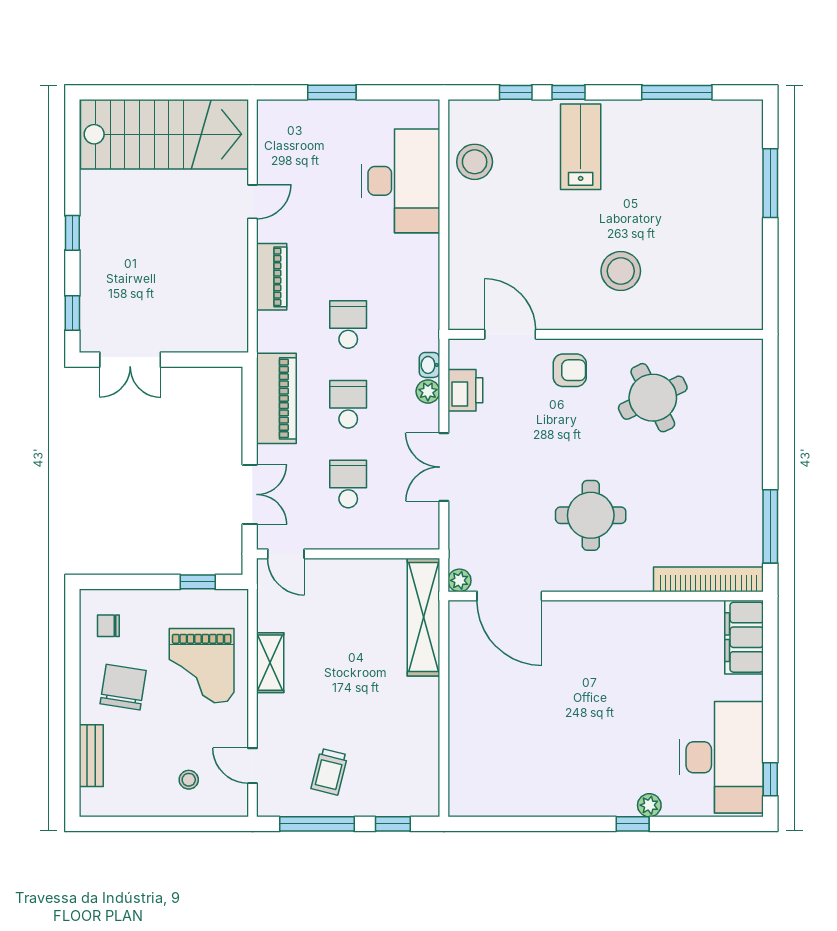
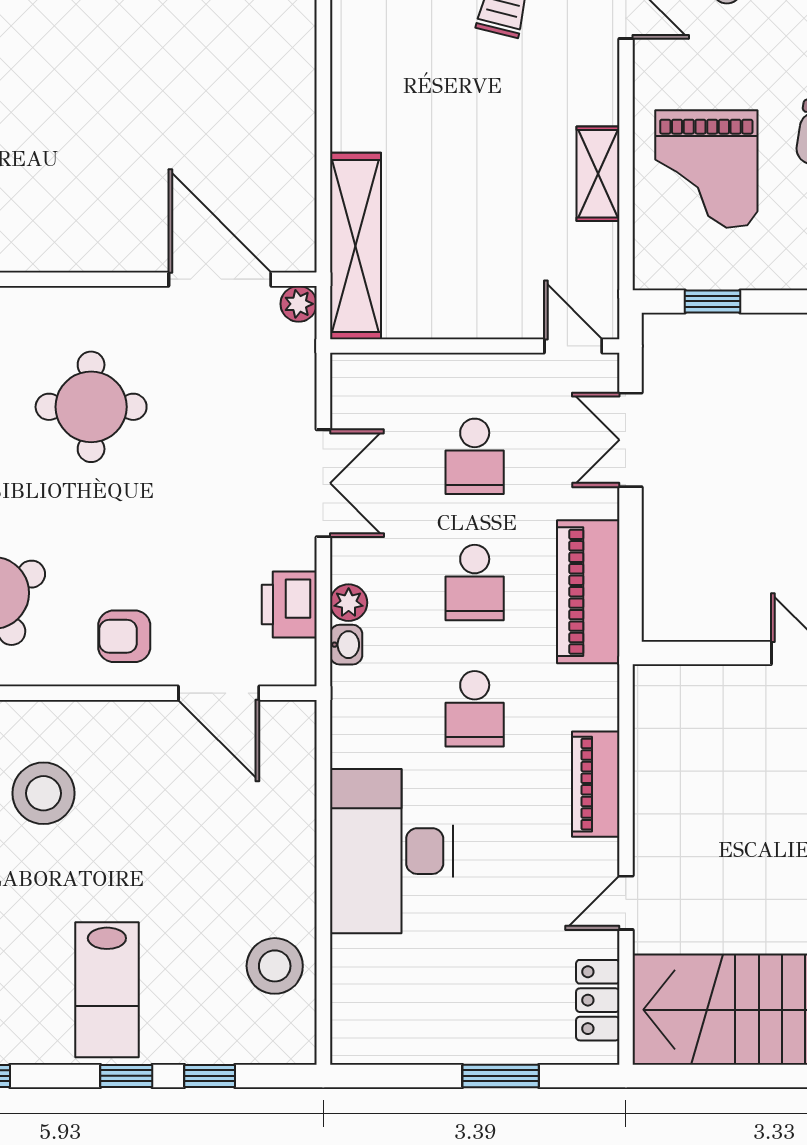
locker: (270, 140) -> (598, 1000), added
desk: (401, 181) -> (392, 851), moved
grand piano: (202, 666) -> (706, 169), turned 180

